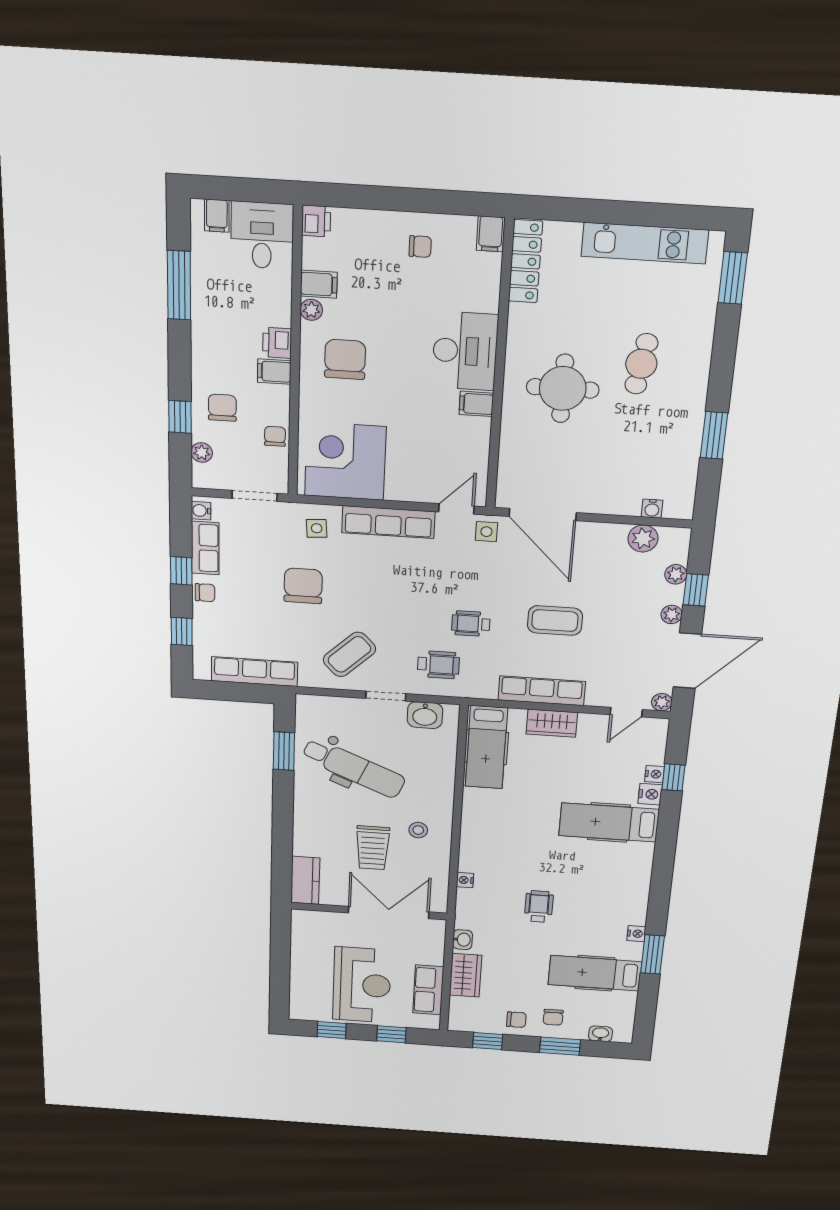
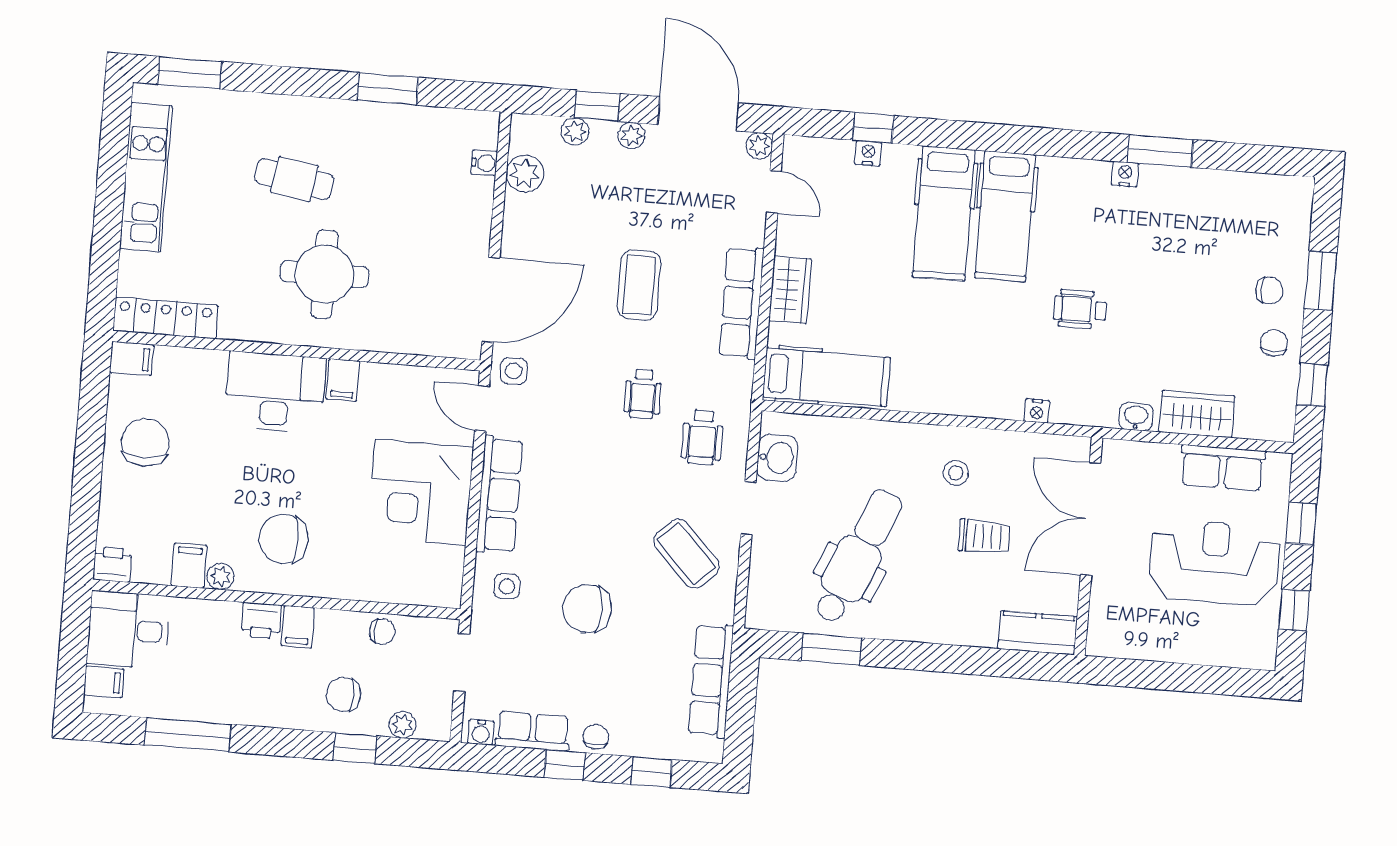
chair: (420, 247) -> (145, 442), width x1.87, depth x1.87
chair: (275, 436) -> (382, 631), turned 180
corner desk: (345, 461) -> (420, 492), moved
wheelchair: (438, 665) -> (702, 437), turned 180
nightstand: (650, 794) -> (899, 159), removed
trolley: (373, 848) -> (984, 537), width x0.73, depth x0.72
hospital bed: (595, 973) -> (1005, 216), moved
washbasin: (600, 1034) -> (1298, 223), removed

